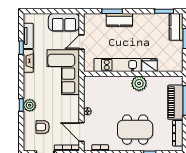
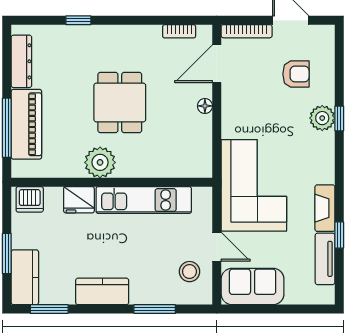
kitchen counter: (119, 20) -> (102, 291), moved
stool: (95, 30) -> (190, 272), added
door: (82, 42) -> (217, 247), hinge flipped
dishwasher: (174, 65) -> (30, 199), added
dining table: (135, 130) -> (120, 103), moved, width x0.73
door: (82, 132) -> (217, 64), swing flipped

